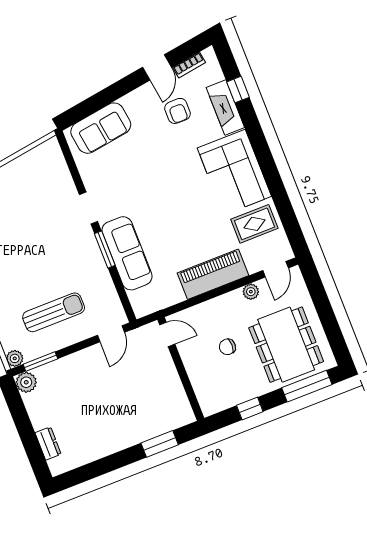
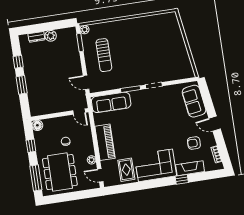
door: (157, 67) -> (215, 124), moved
window: (238, 90) -> (182, 179), moved
sofa: (127, 253) -> (111, 102), moved
door: (167, 334) -> (79, 112), hinge flipped
dining table: (286, 345) -> (60, 172), turned 90
plant: (26, 382) -> (51, 36), moved
floor lamp: (210, 405) -> (37, 125), added
window: (160, 444) -> (22, 85), moved
window: (101, 467) -> (18, 62), added

